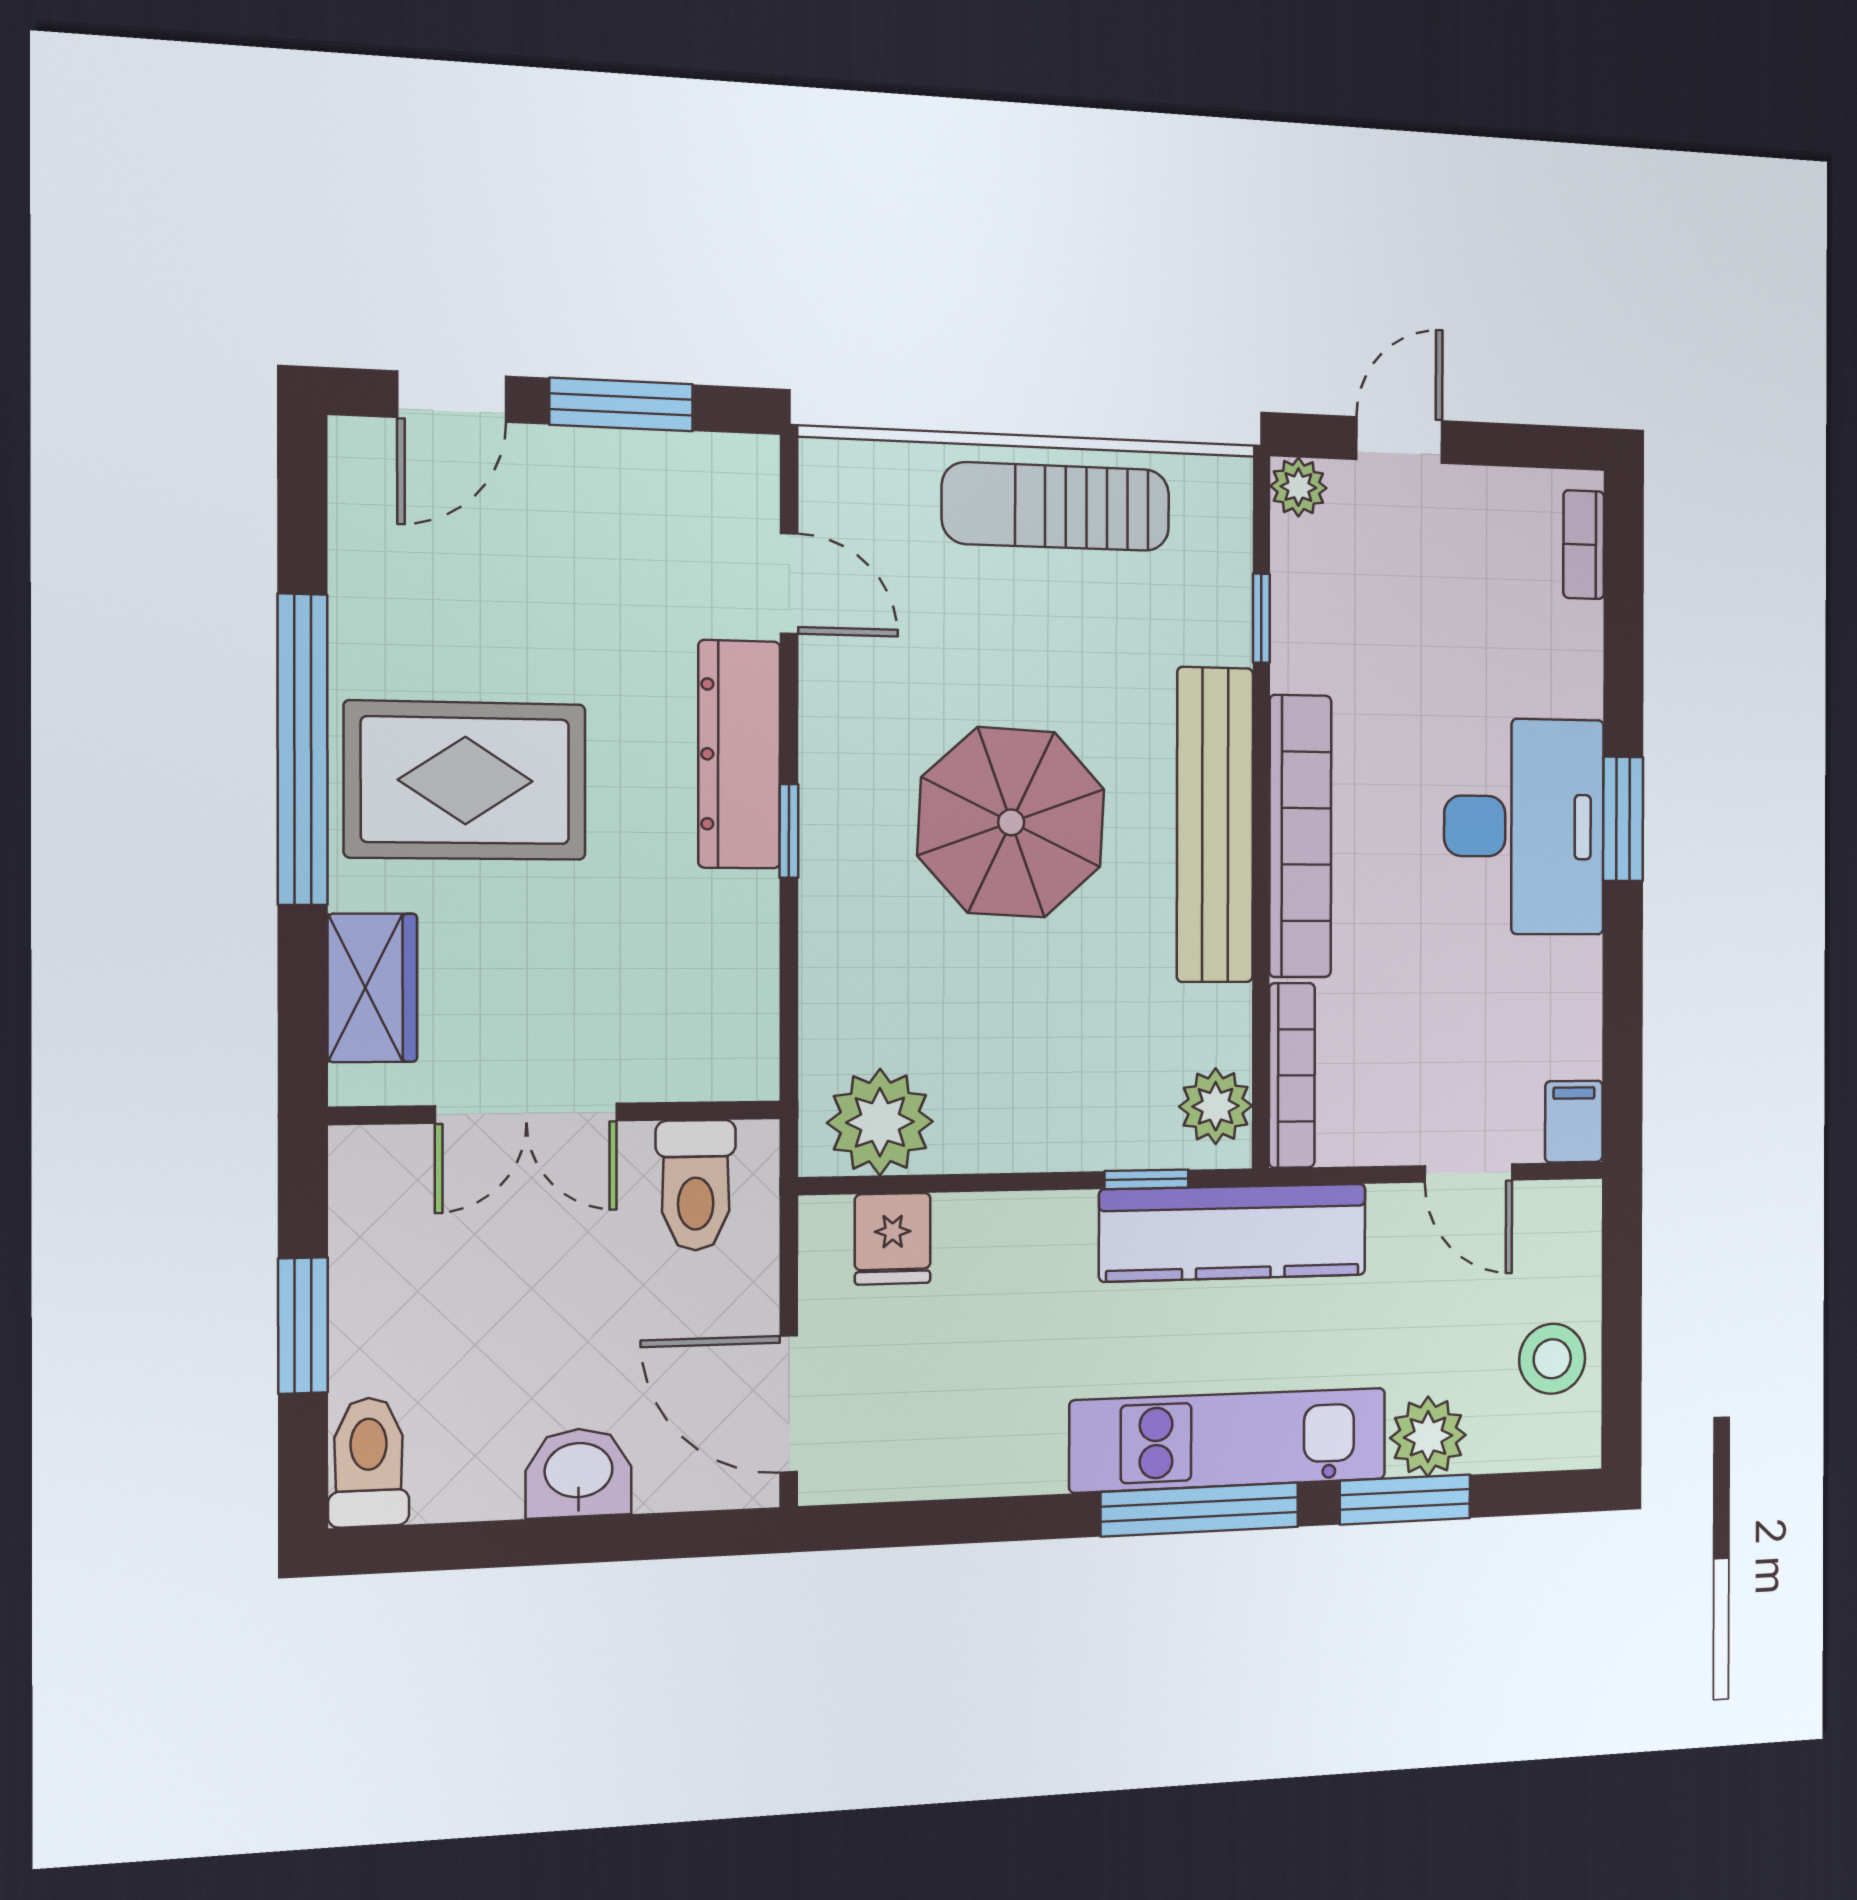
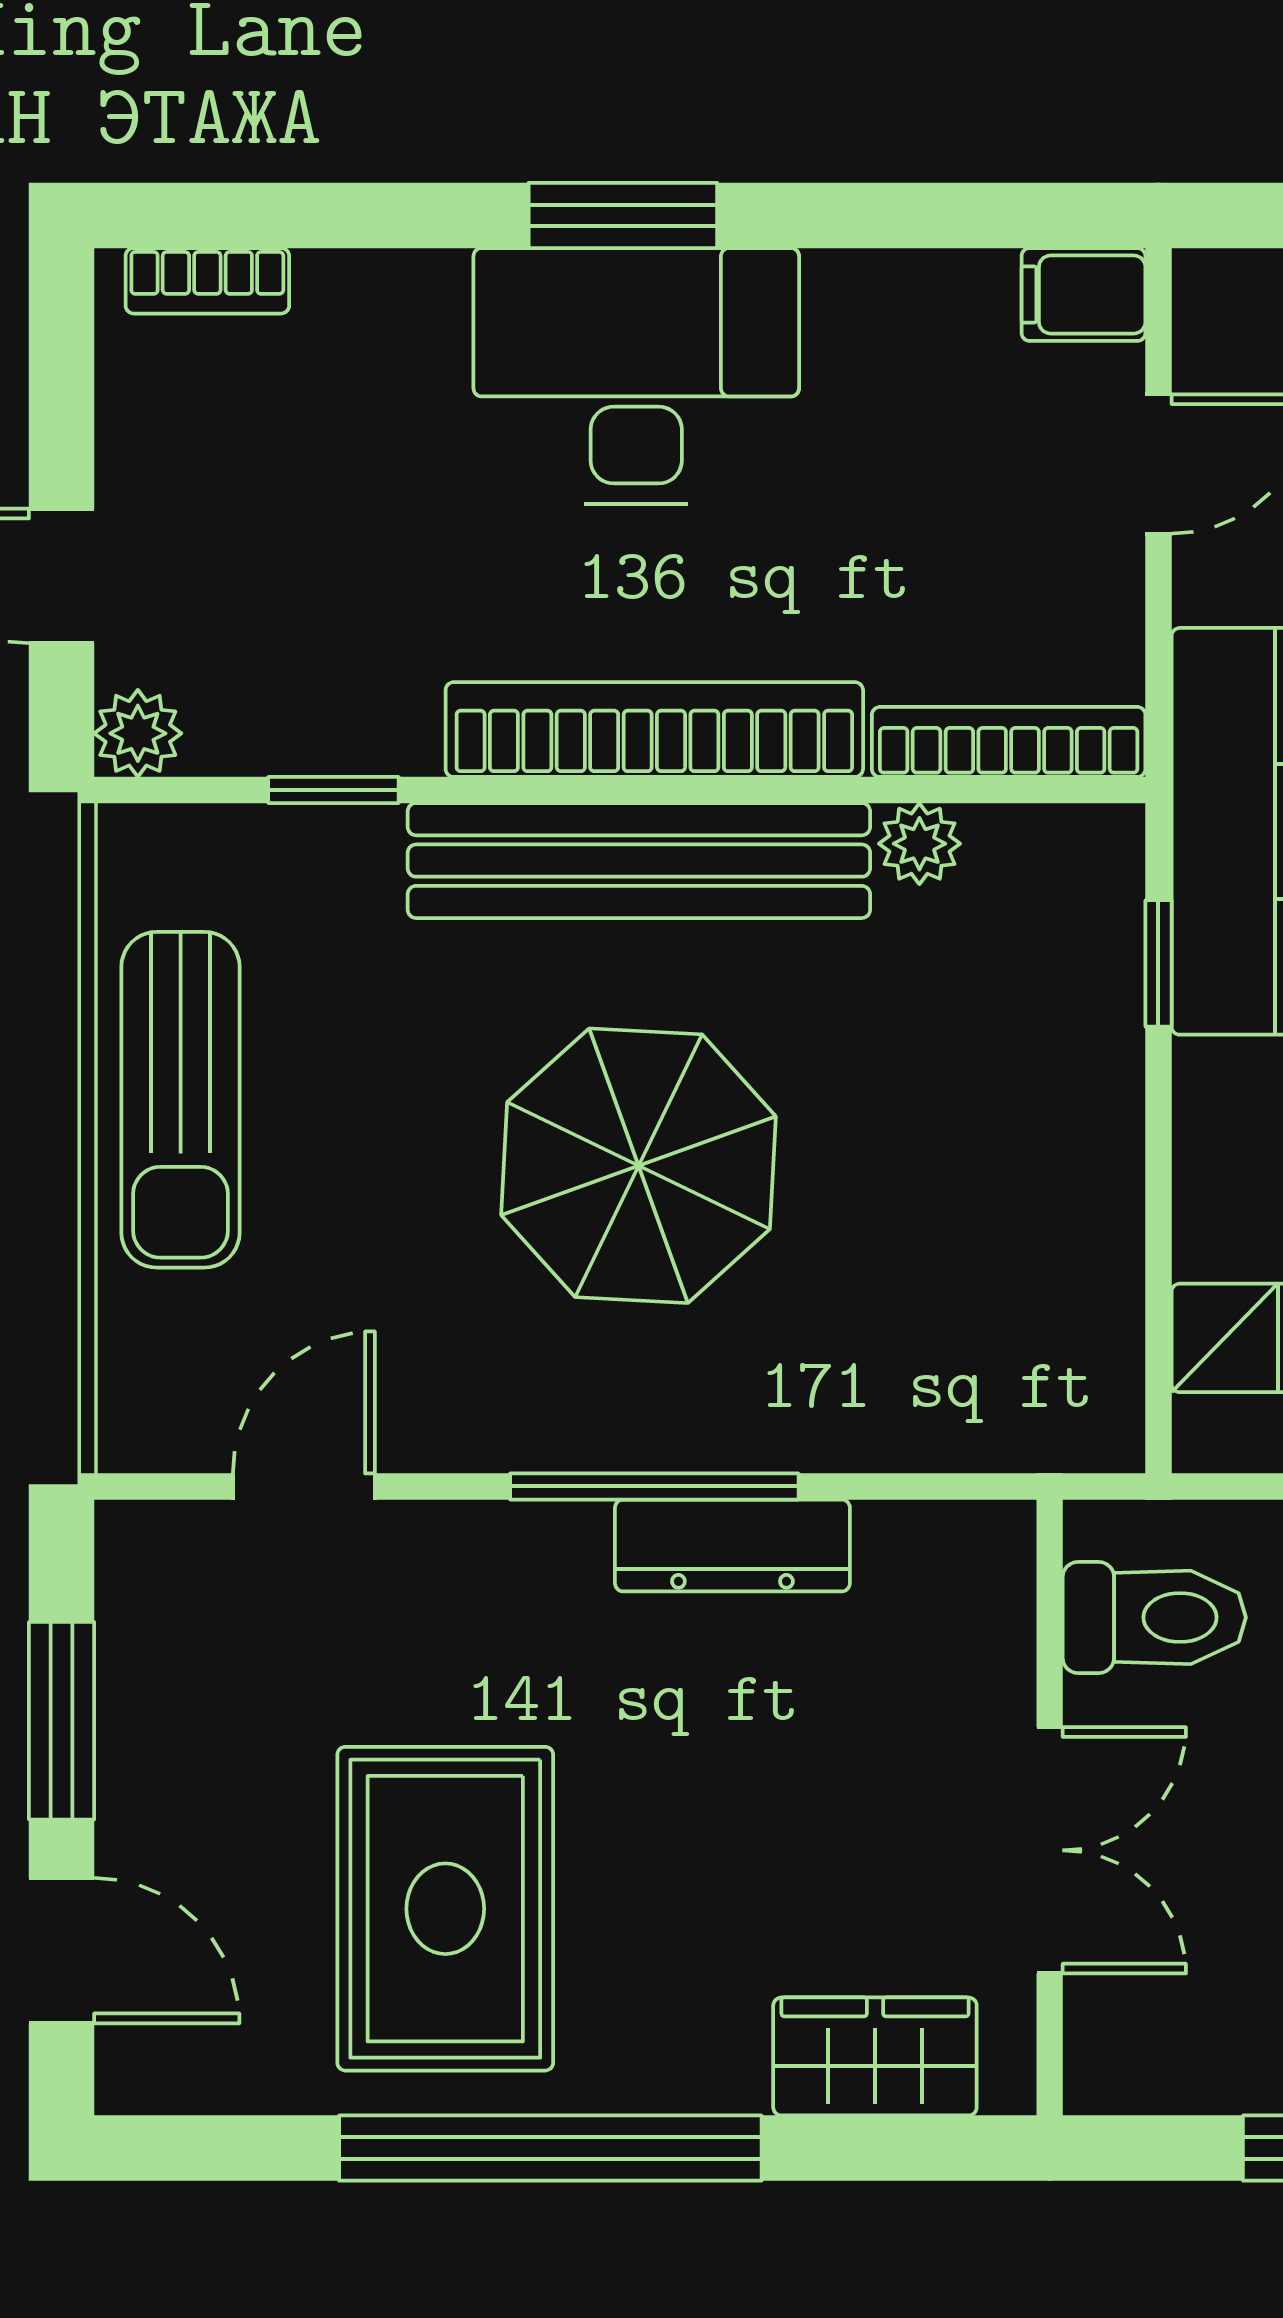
dresser: (739, 754) -> (732, 1545), moved, width x0.73, depth x0.80
rug: (465, 780) -> (445, 1909), moved
window: (789, 831) -> (654, 1486), width x2.17
plant: (1216, 1106) -> (919, 844), moved, width x0.73, depth x0.73
plant: (880, 1122) -> (1069, 1356), removed

